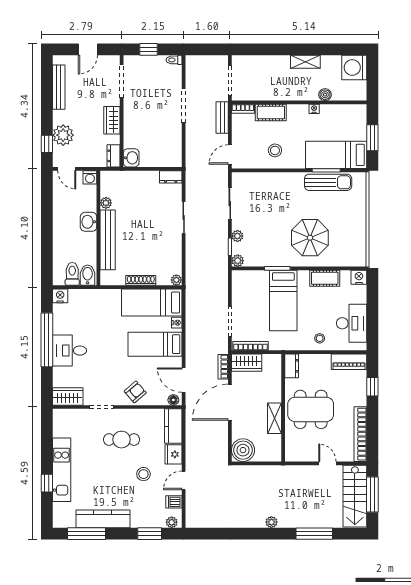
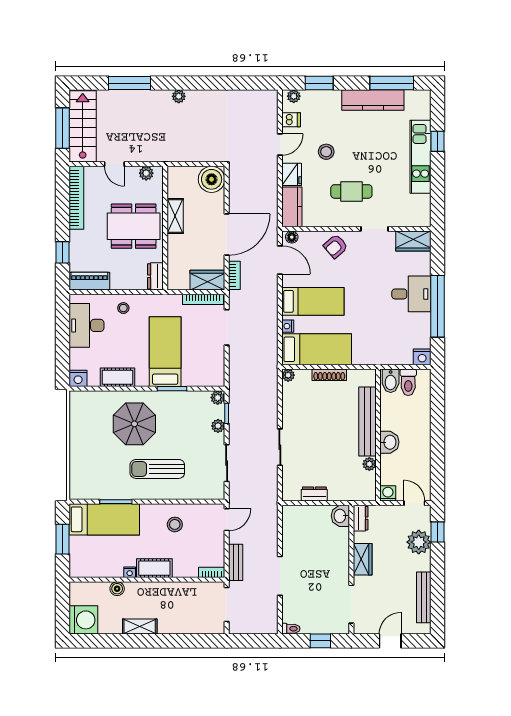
cot: (271, 113) -> (154, 568), moved
dresser: (171, 177) -> (314, 494), moved
sun lounger: (328, 182) -> (157, 469), moved
plant: (300, 455) -> (146, 173), added

